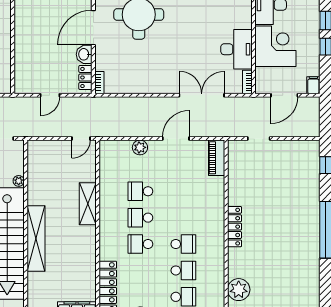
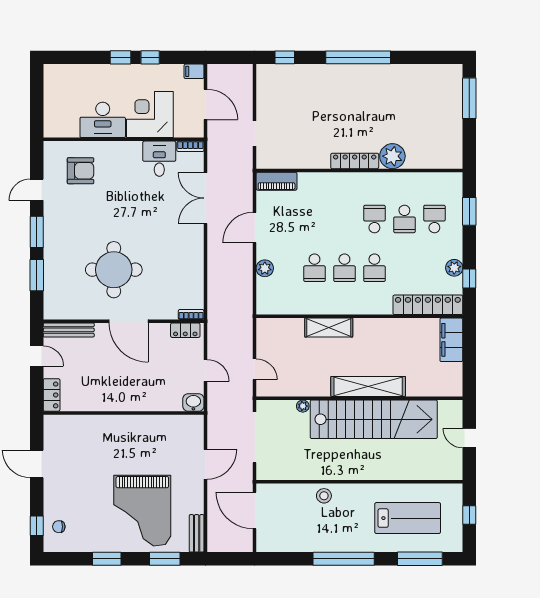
desk: (236, 49) -> (159, 159), width x0.73
washbasin: (84, 54) -> (193, 402), moved, turned 180
door: (81, 139) -> (255, 369), moved
door: (176, 139) -> (255, 227), hinge flipped
school desk: (183, 270) -> (404, 219), turned 180
plant: (239, 290) -> (392, 156), moved

